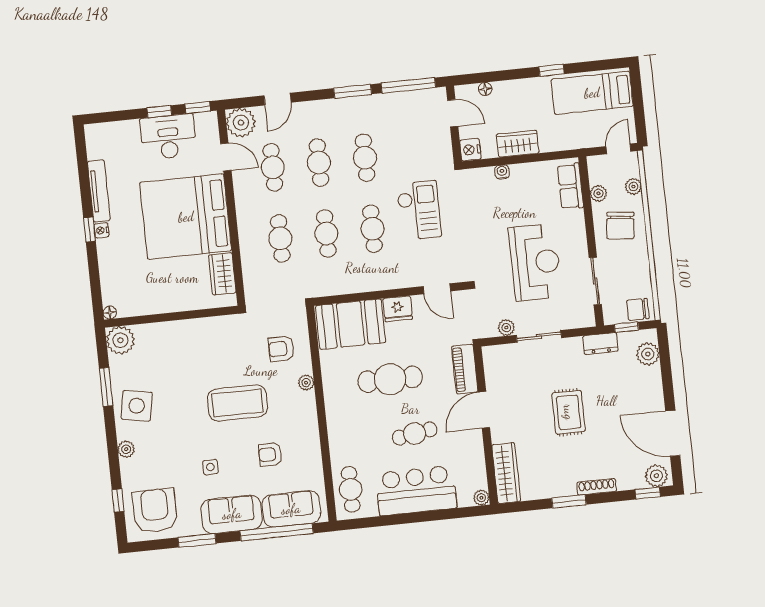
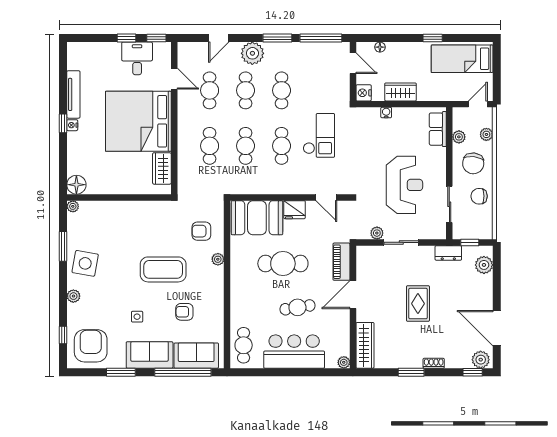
plant: (241, 123) -> (252, 53), moved
desk: (168, 137) -> (137, 58), width x0.73
chair: (638, 309) -> (479, 196), moved
floor lamp: (110, 313) -> (76, 185), width x1.89, depth x1.89
plant: (120, 340) -> (73, 206), width x0.53, depth x0.53
shoe rack: (597, 487) -> (434, 363), width x0.70

